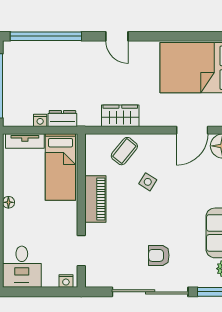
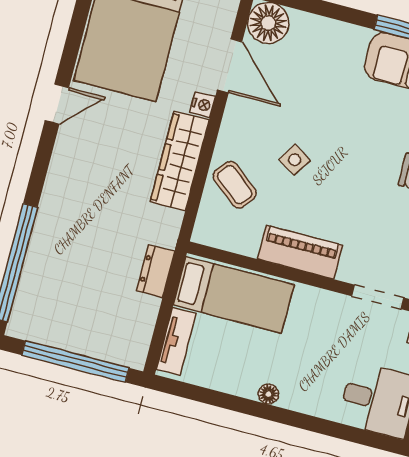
door: (117, 36) -> (57, 104), moved
wardrobe: (120, 116) -> (180, 161), width x1.50
nightstand: (40, 120) -> (203, 105), moved

